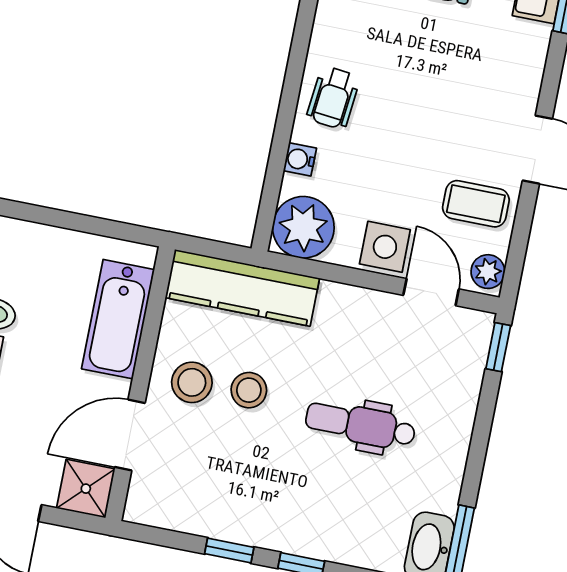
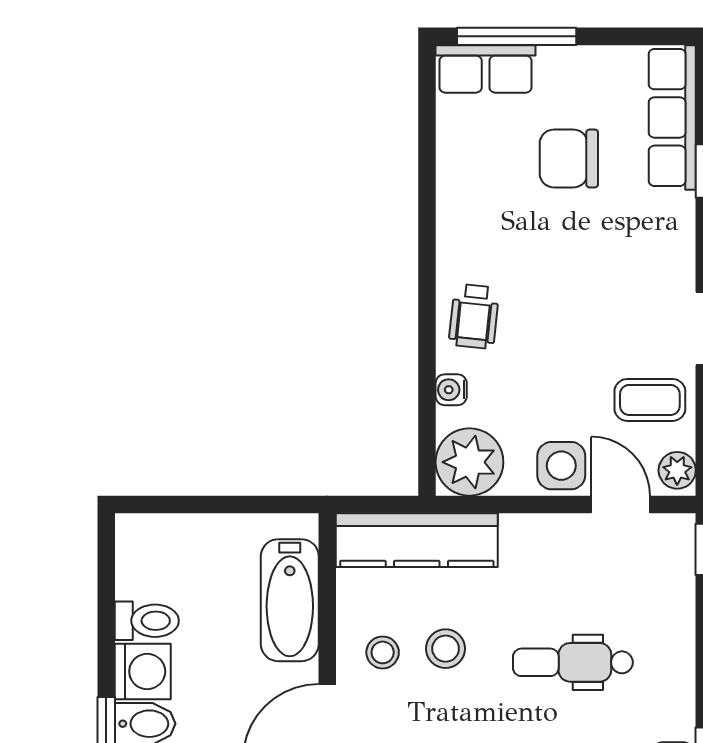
stool: (192, 382) -> (383, 652), width x0.73, depth x0.73

